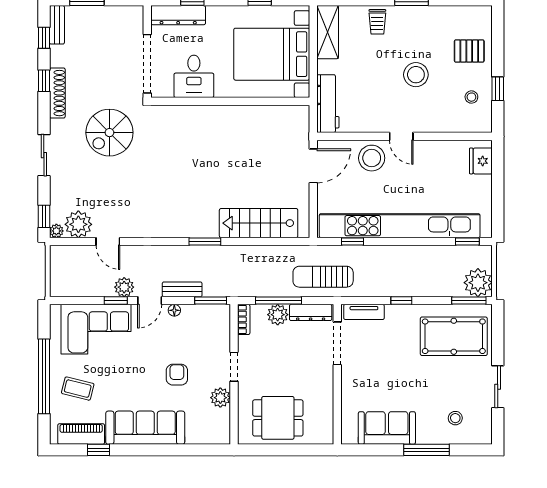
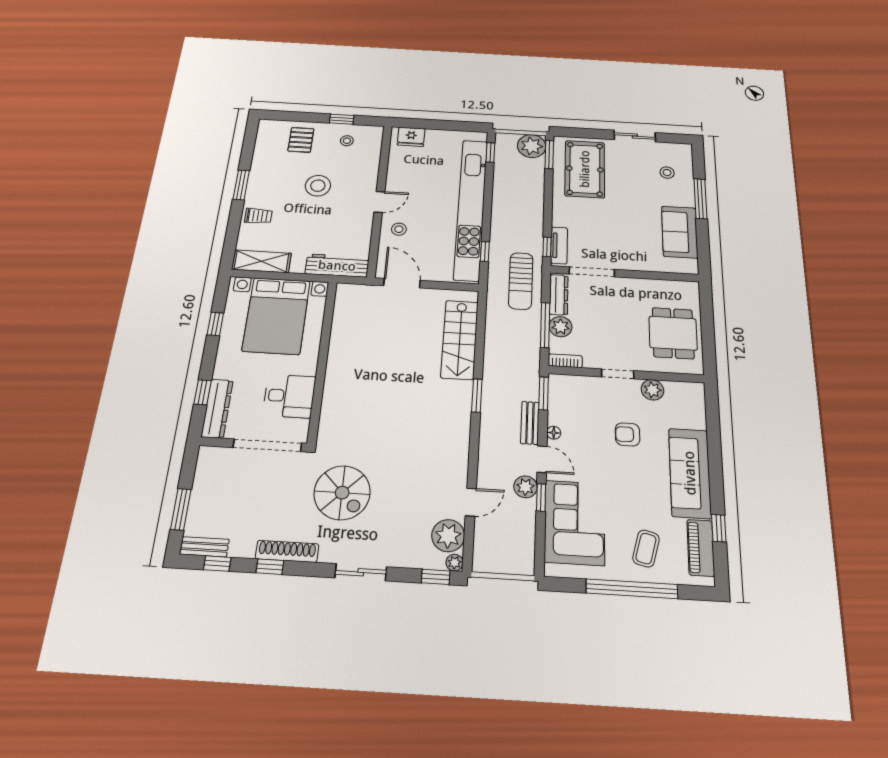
stool: (372, 158) -> (399, 229), width x0.53, depth x0.53
window: (401, 301) -> (547, 247), moved

